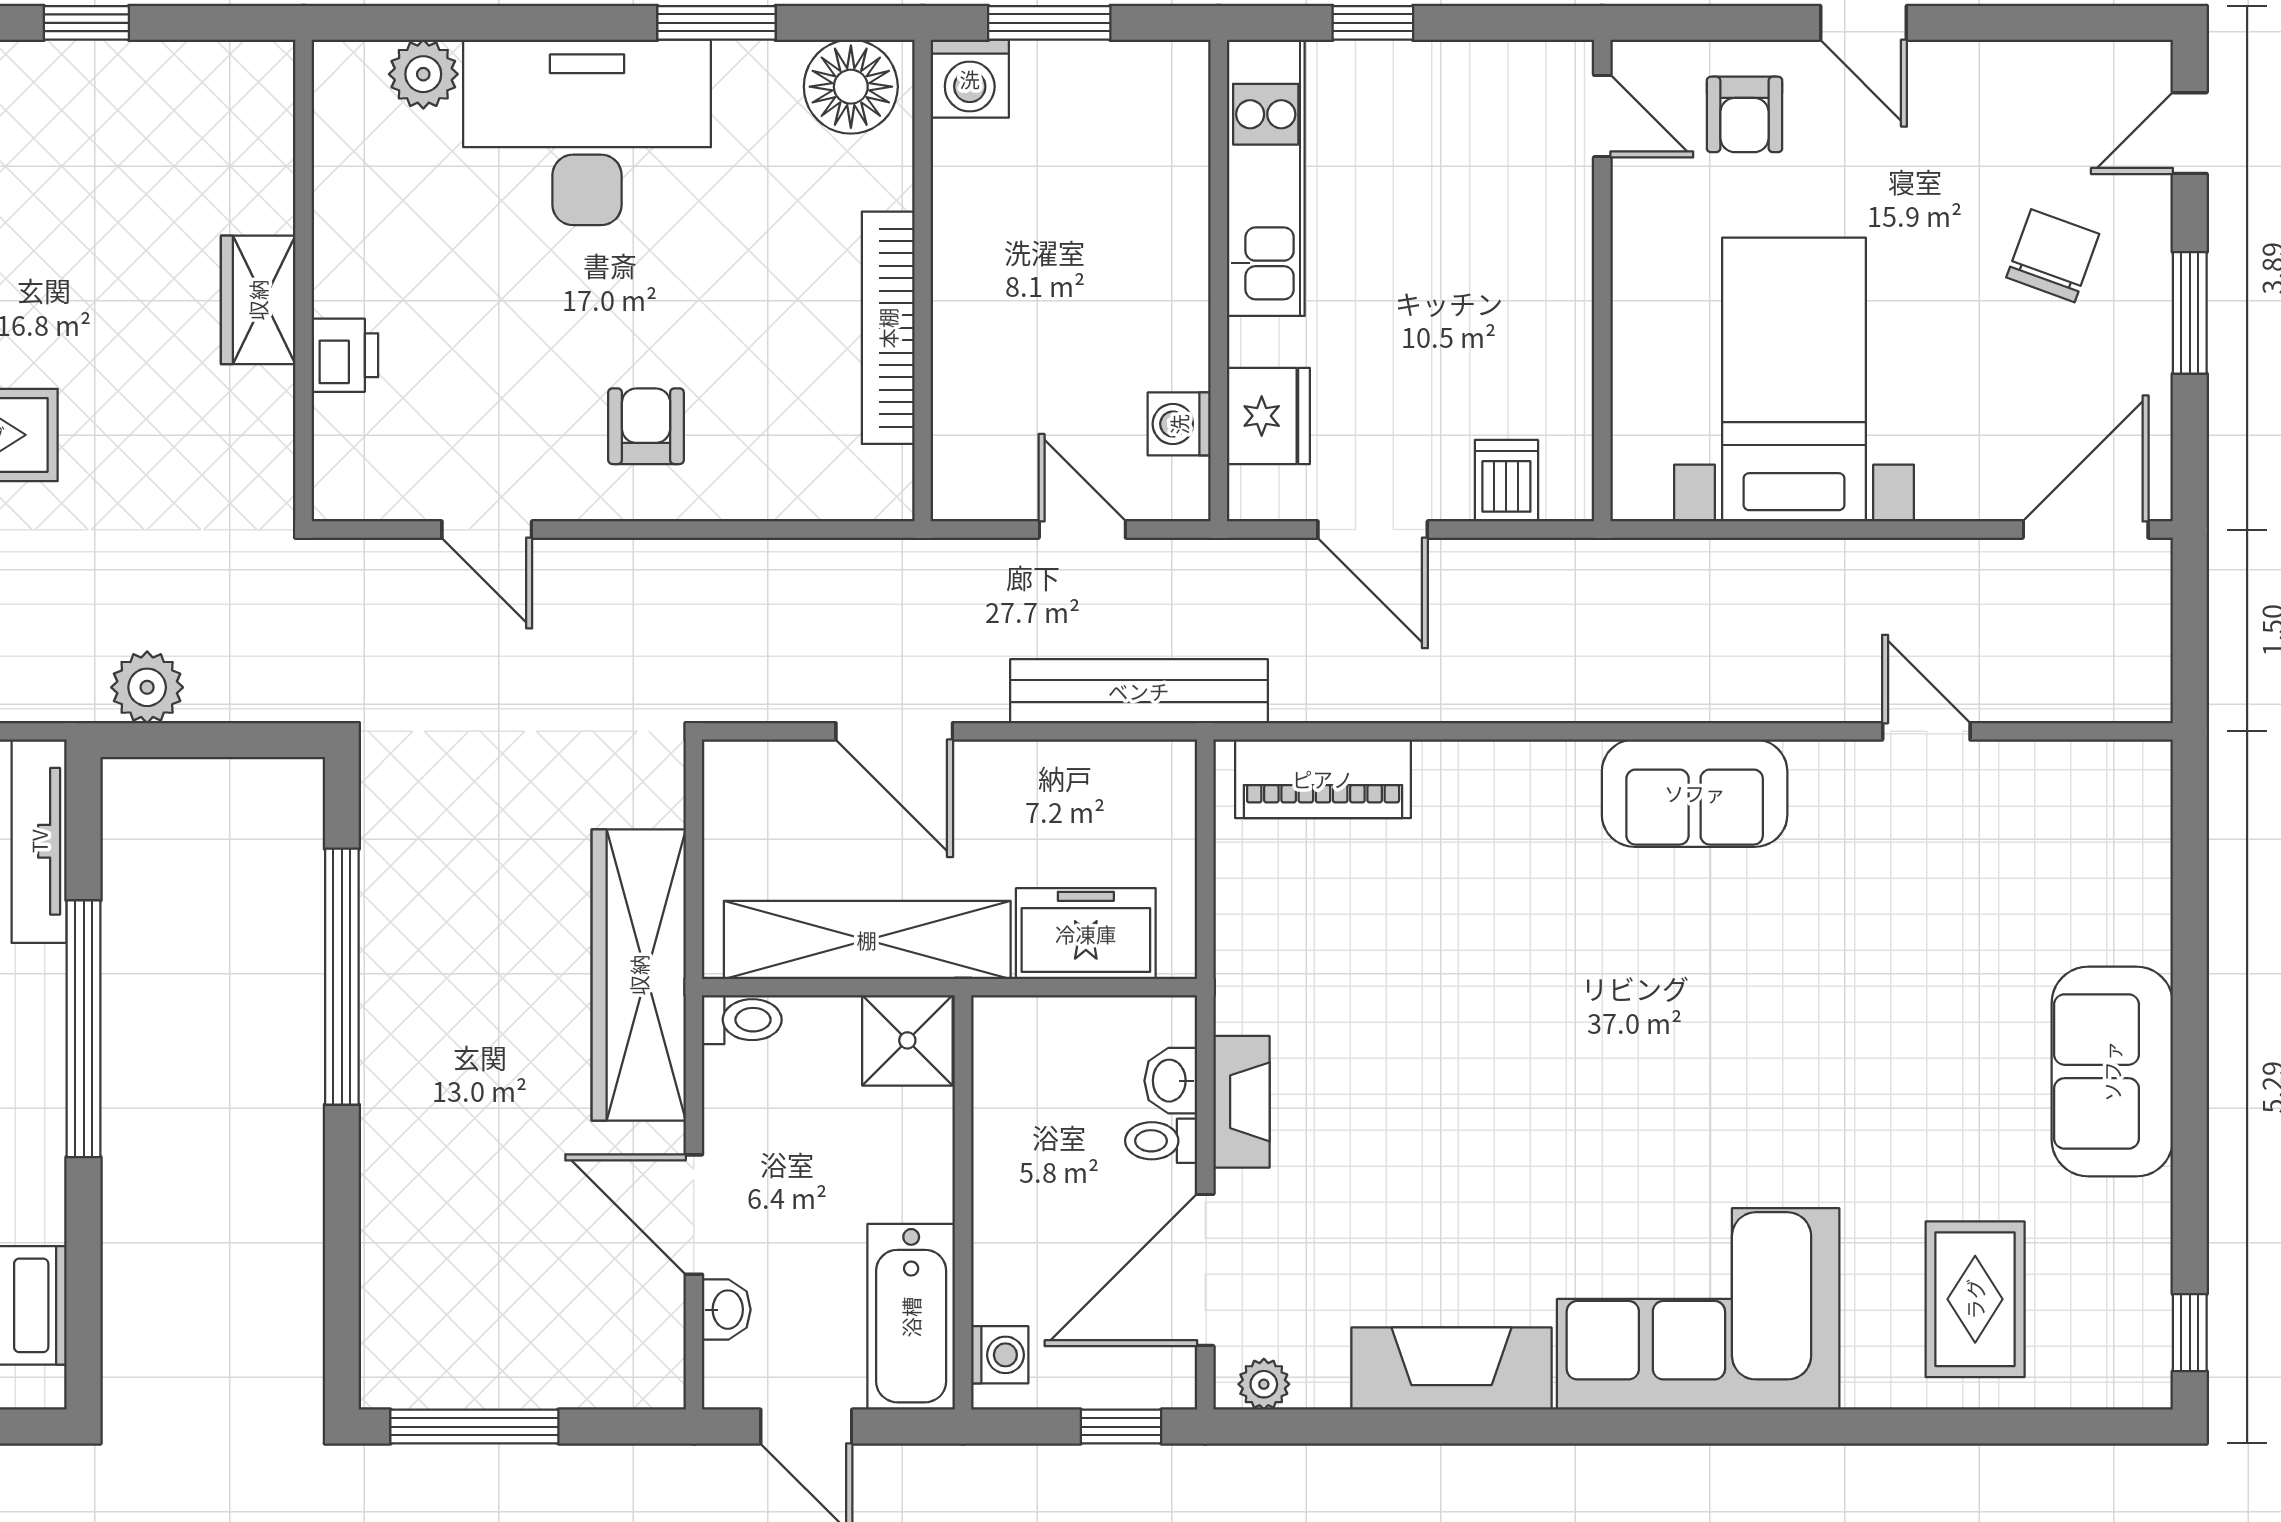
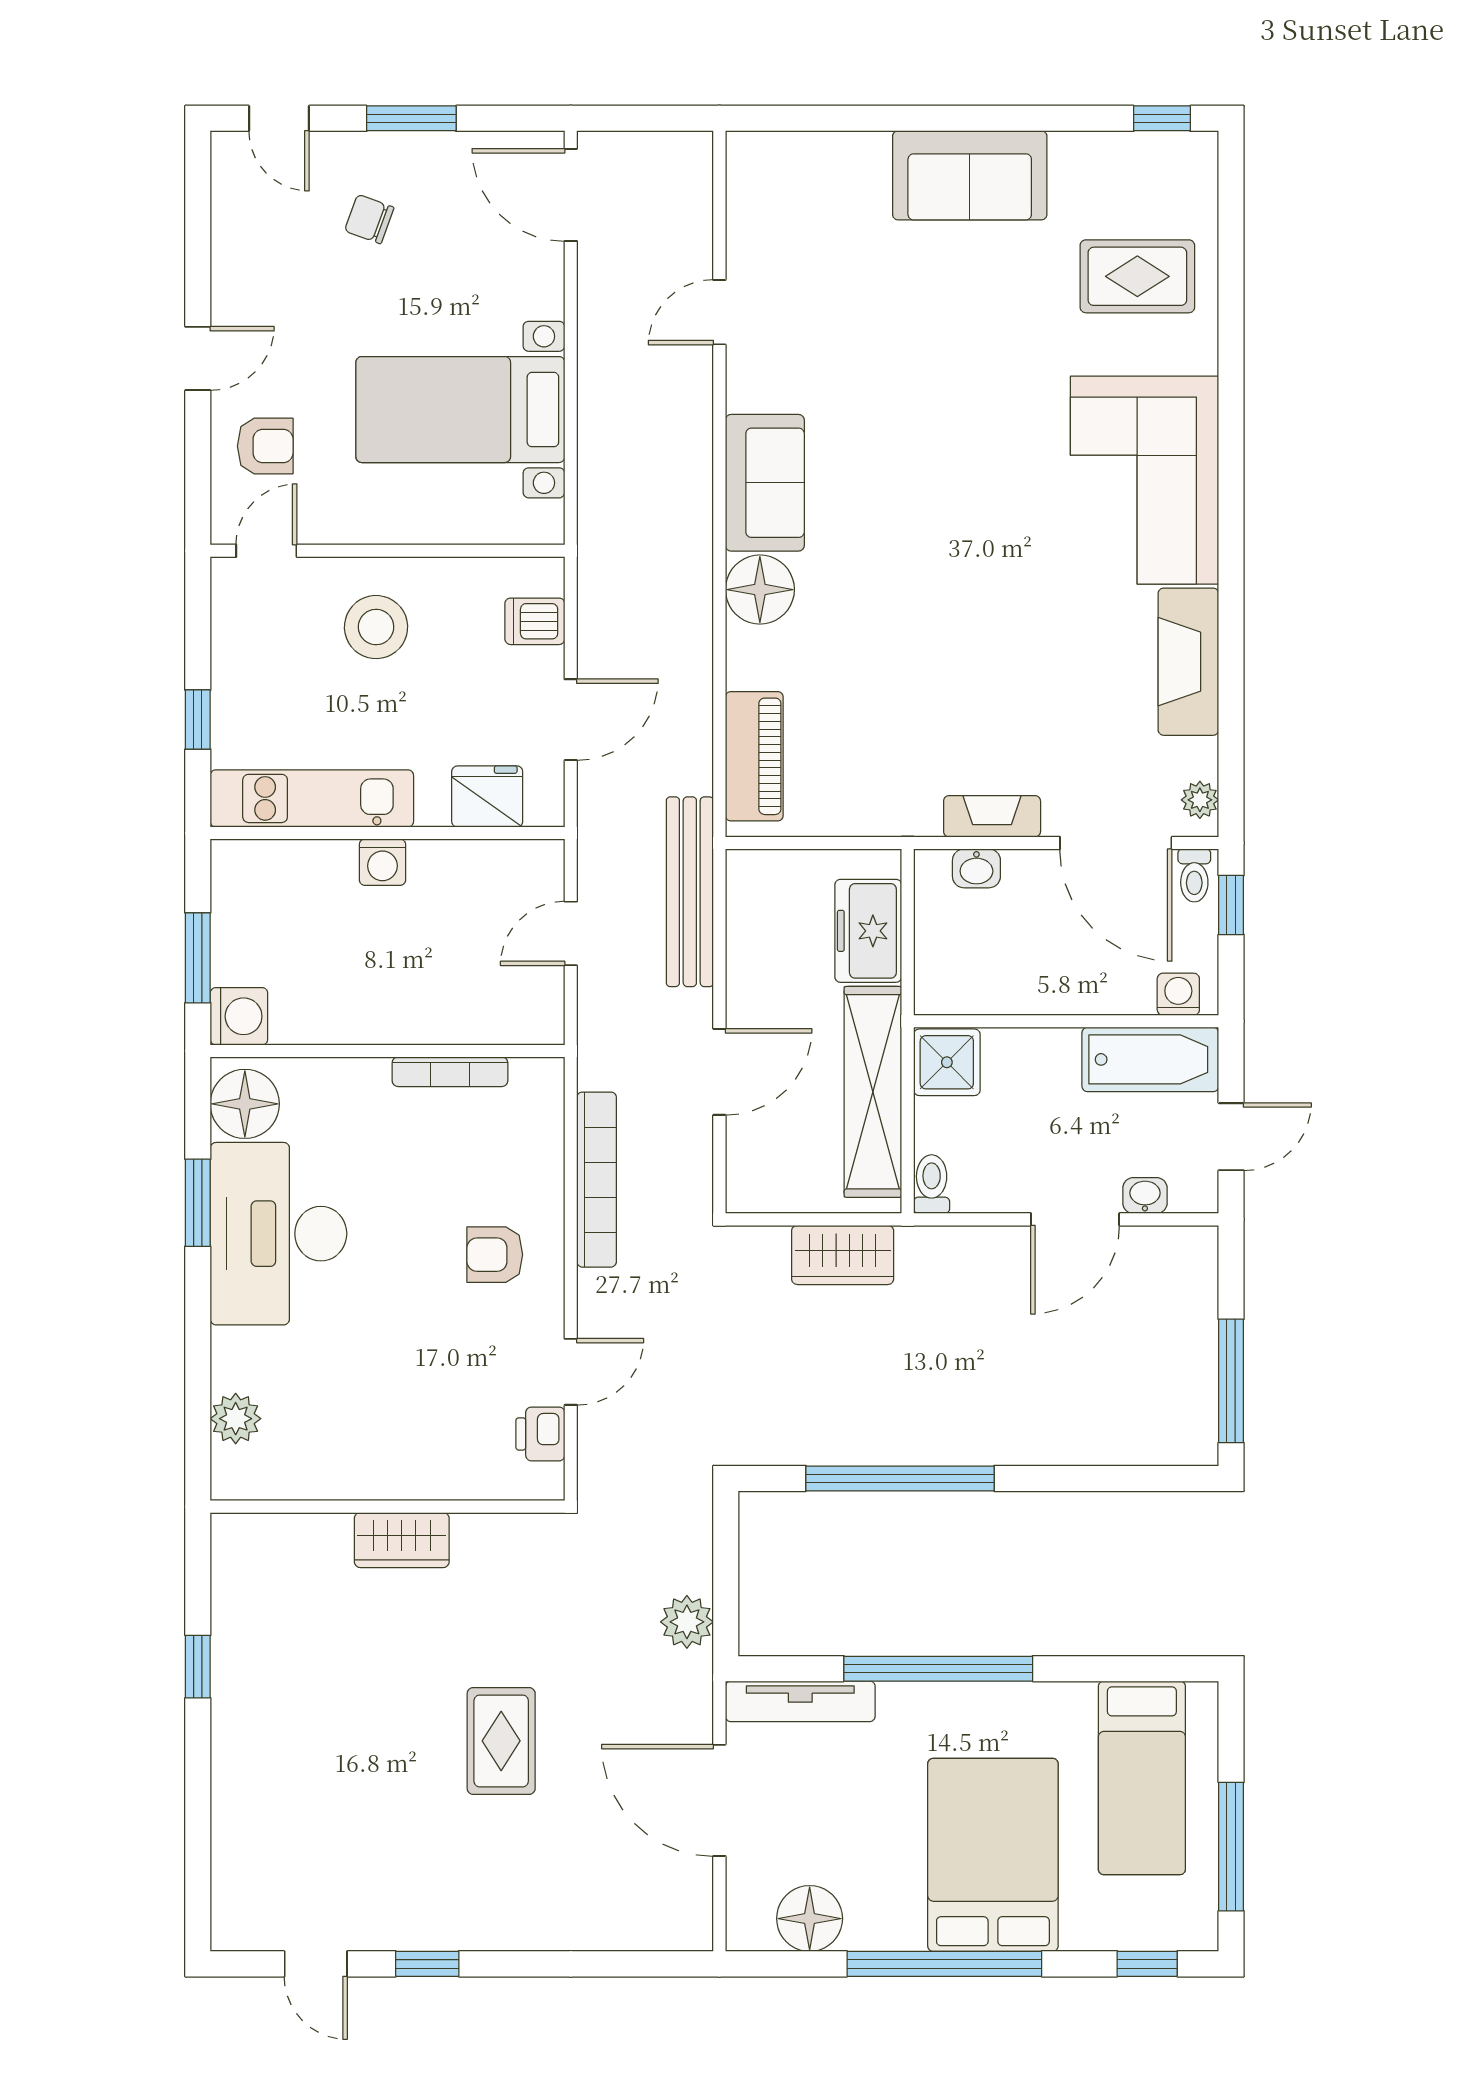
desk: (587, 132) -> (278, 1234), moved
chair: (2053, 256) -> (369, 219), width x0.73, depth x0.73
stool: (1499, 265) -> (376, 627), added
bookcase: (888, 328) -> (450, 1072), width x0.68, depth x0.76
printer: (345, 355) -> (540, 1434), moved, turned -90
washing machine: (1179, 424) -> (382, 862), moved
bookcase: (748, 565) -> (597, 1180), added
floor lamp: (1550, 786) -> (760, 590), added
wardrobe: (639, 975) -> (843, 1255), width x0.48, depth x0.85
toilet: (1161, 1141) -> (1194, 875), moved

